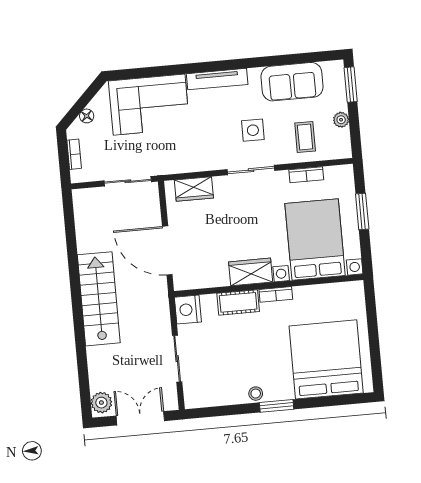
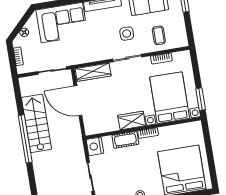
plant: (341, 120) -> (180, 23), removed
wardrobe: (194, 189) -> (93, 72), width x1.50
window: (362, 212) -> (201, 99), moved
door: (167, 250) -> (78, 101), moved
window: (76, 289) -> (25, 139), added
stairs: (99, 299) -> (36, 123), moved

